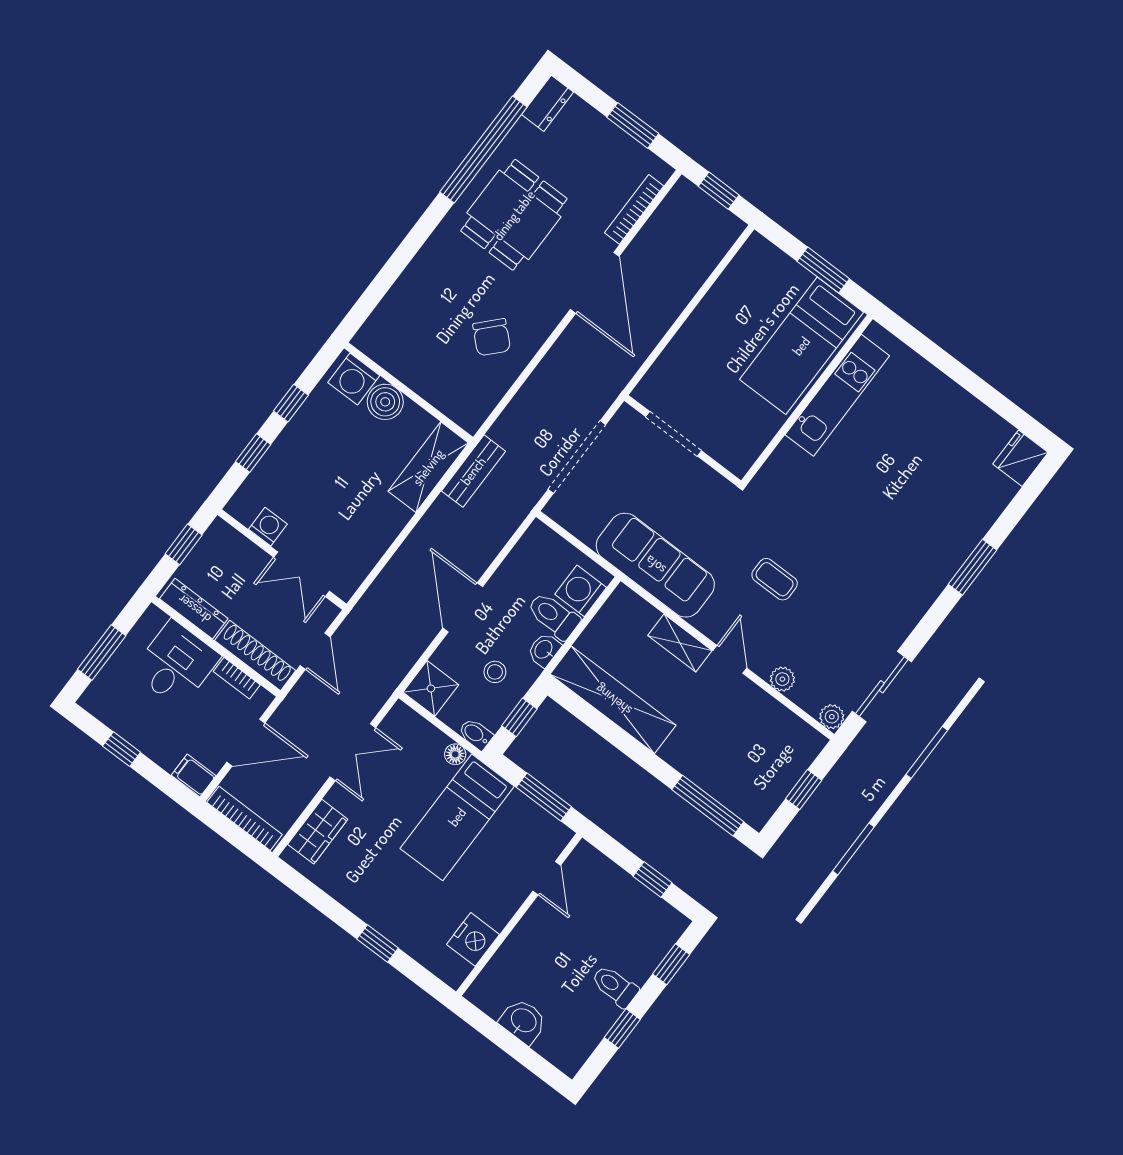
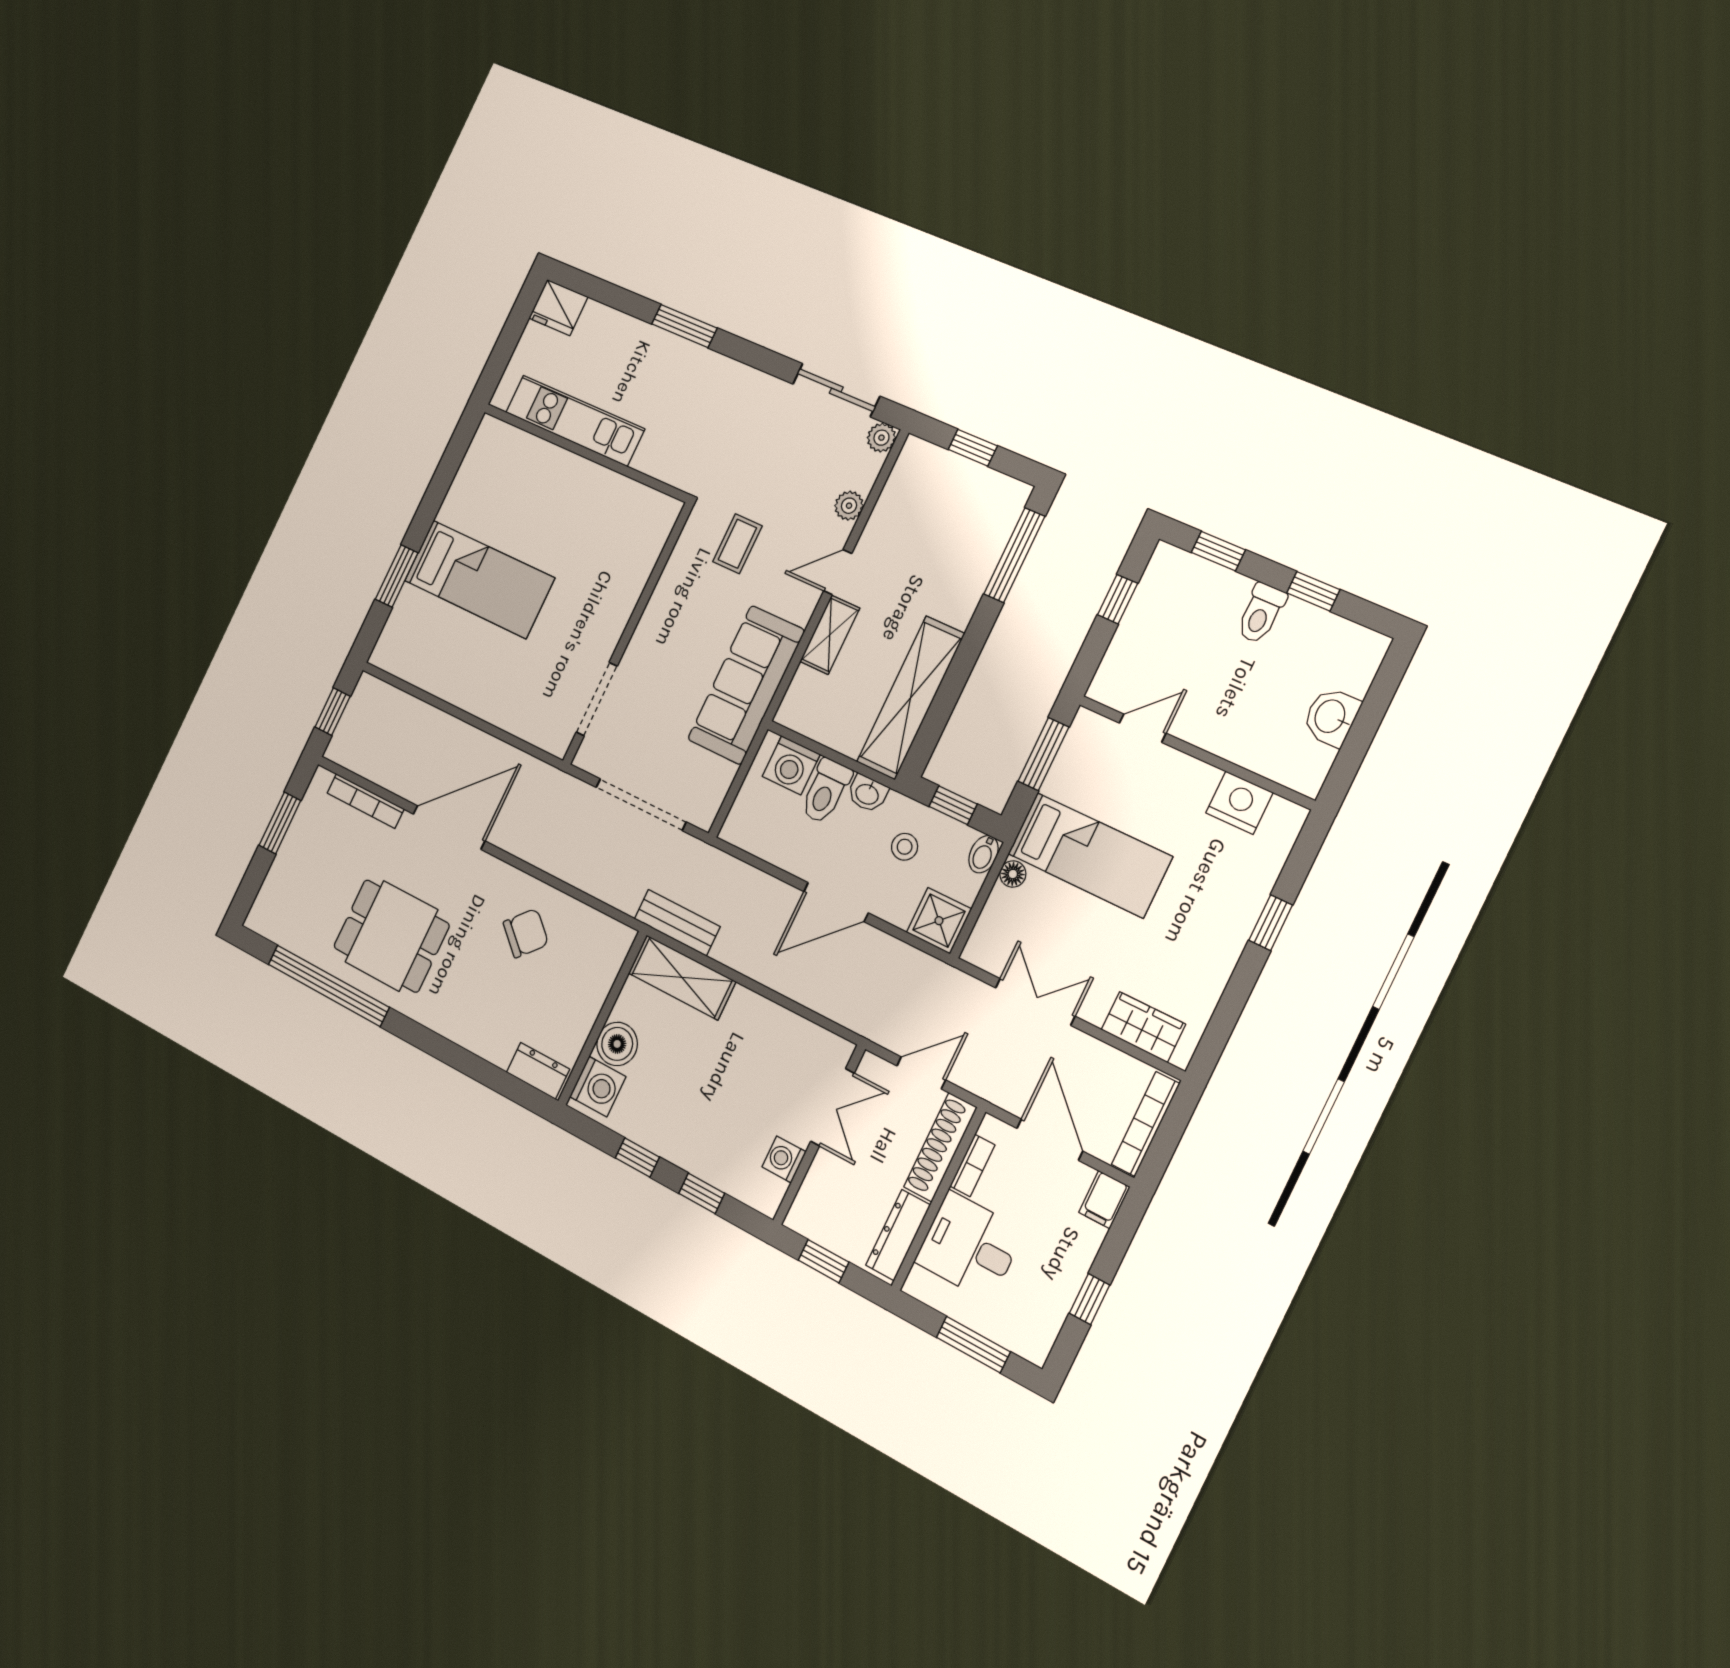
dresser: (547, 103) -> (538, 1071), moved
kitchen unit: (837, 395) -> (575, 421), moved
wall: (807, 400) -> (585, 453), moved

